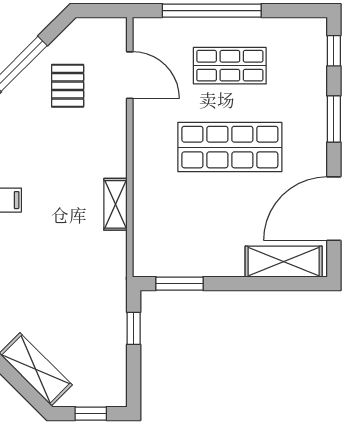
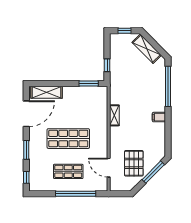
pallet: (68, 86) -> (134, 163), width x1.50, depth x1.42

